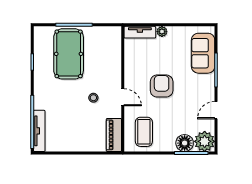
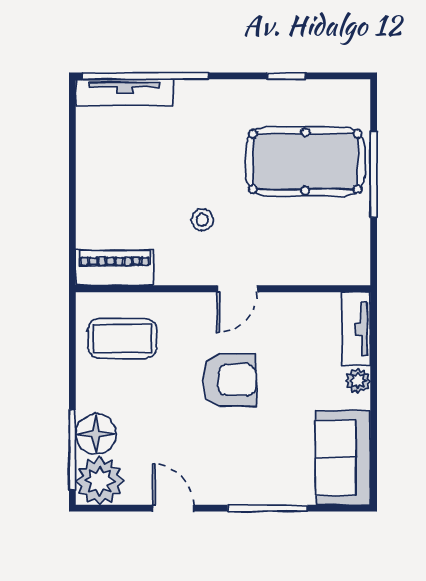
sofa: (203, 53) -> (343, 458), moved, turned -90
door: (123, 97) -> (237, 289), moved

